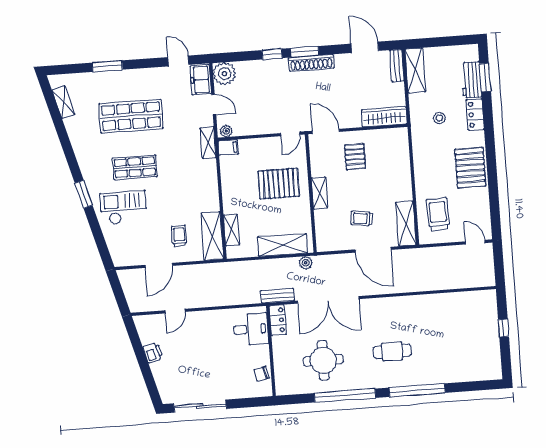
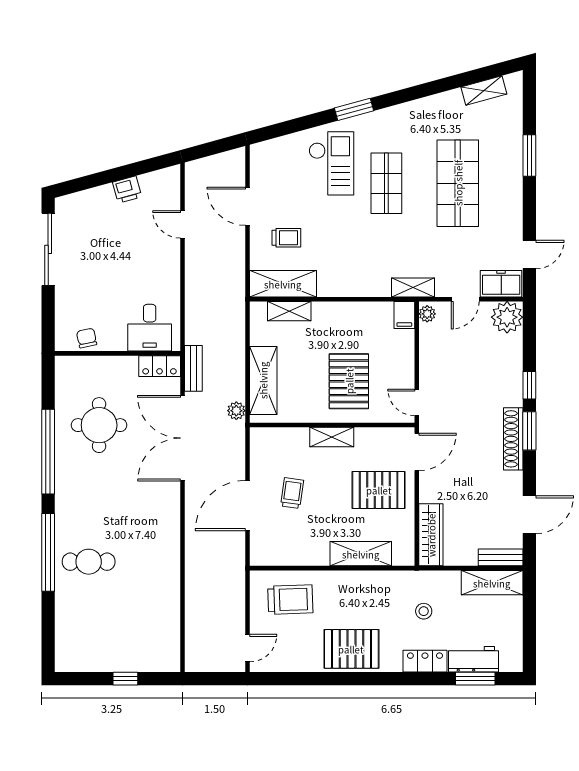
pallet: (355, 157) -> (379, 490), width x1.50, depth x1.42
shelving: (406, 224) -> (361, 554), moved
cafe table: (392, 351) -> (89, 562), moved, turned 90

